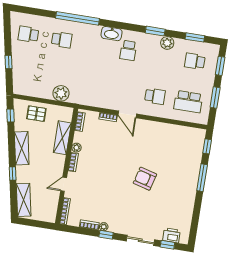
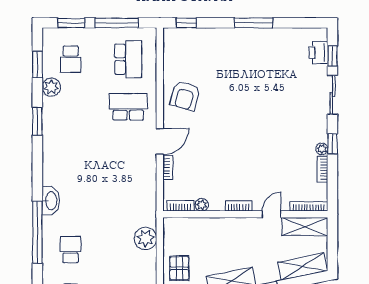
washbasin: (112, 34) -> (51, 201), moved
plant: (167, 43) -> (51, 87), moved
school desk: (128, 50) -> (71, 154), removed
school desk: (155, 96) -> (128, 107), width x1.85
window: (215, 97) -> (117, 23), width x1.44
shelving: (62, 138) -> (305, 227), moved
plant: (76, 148) -> (202, 205), moved
window: (202, 178) -> (254, 23), moved
armchair: (145, 179) -> (185, 96), moved
door: (64, 184) -> (272, 214), swing flipped

